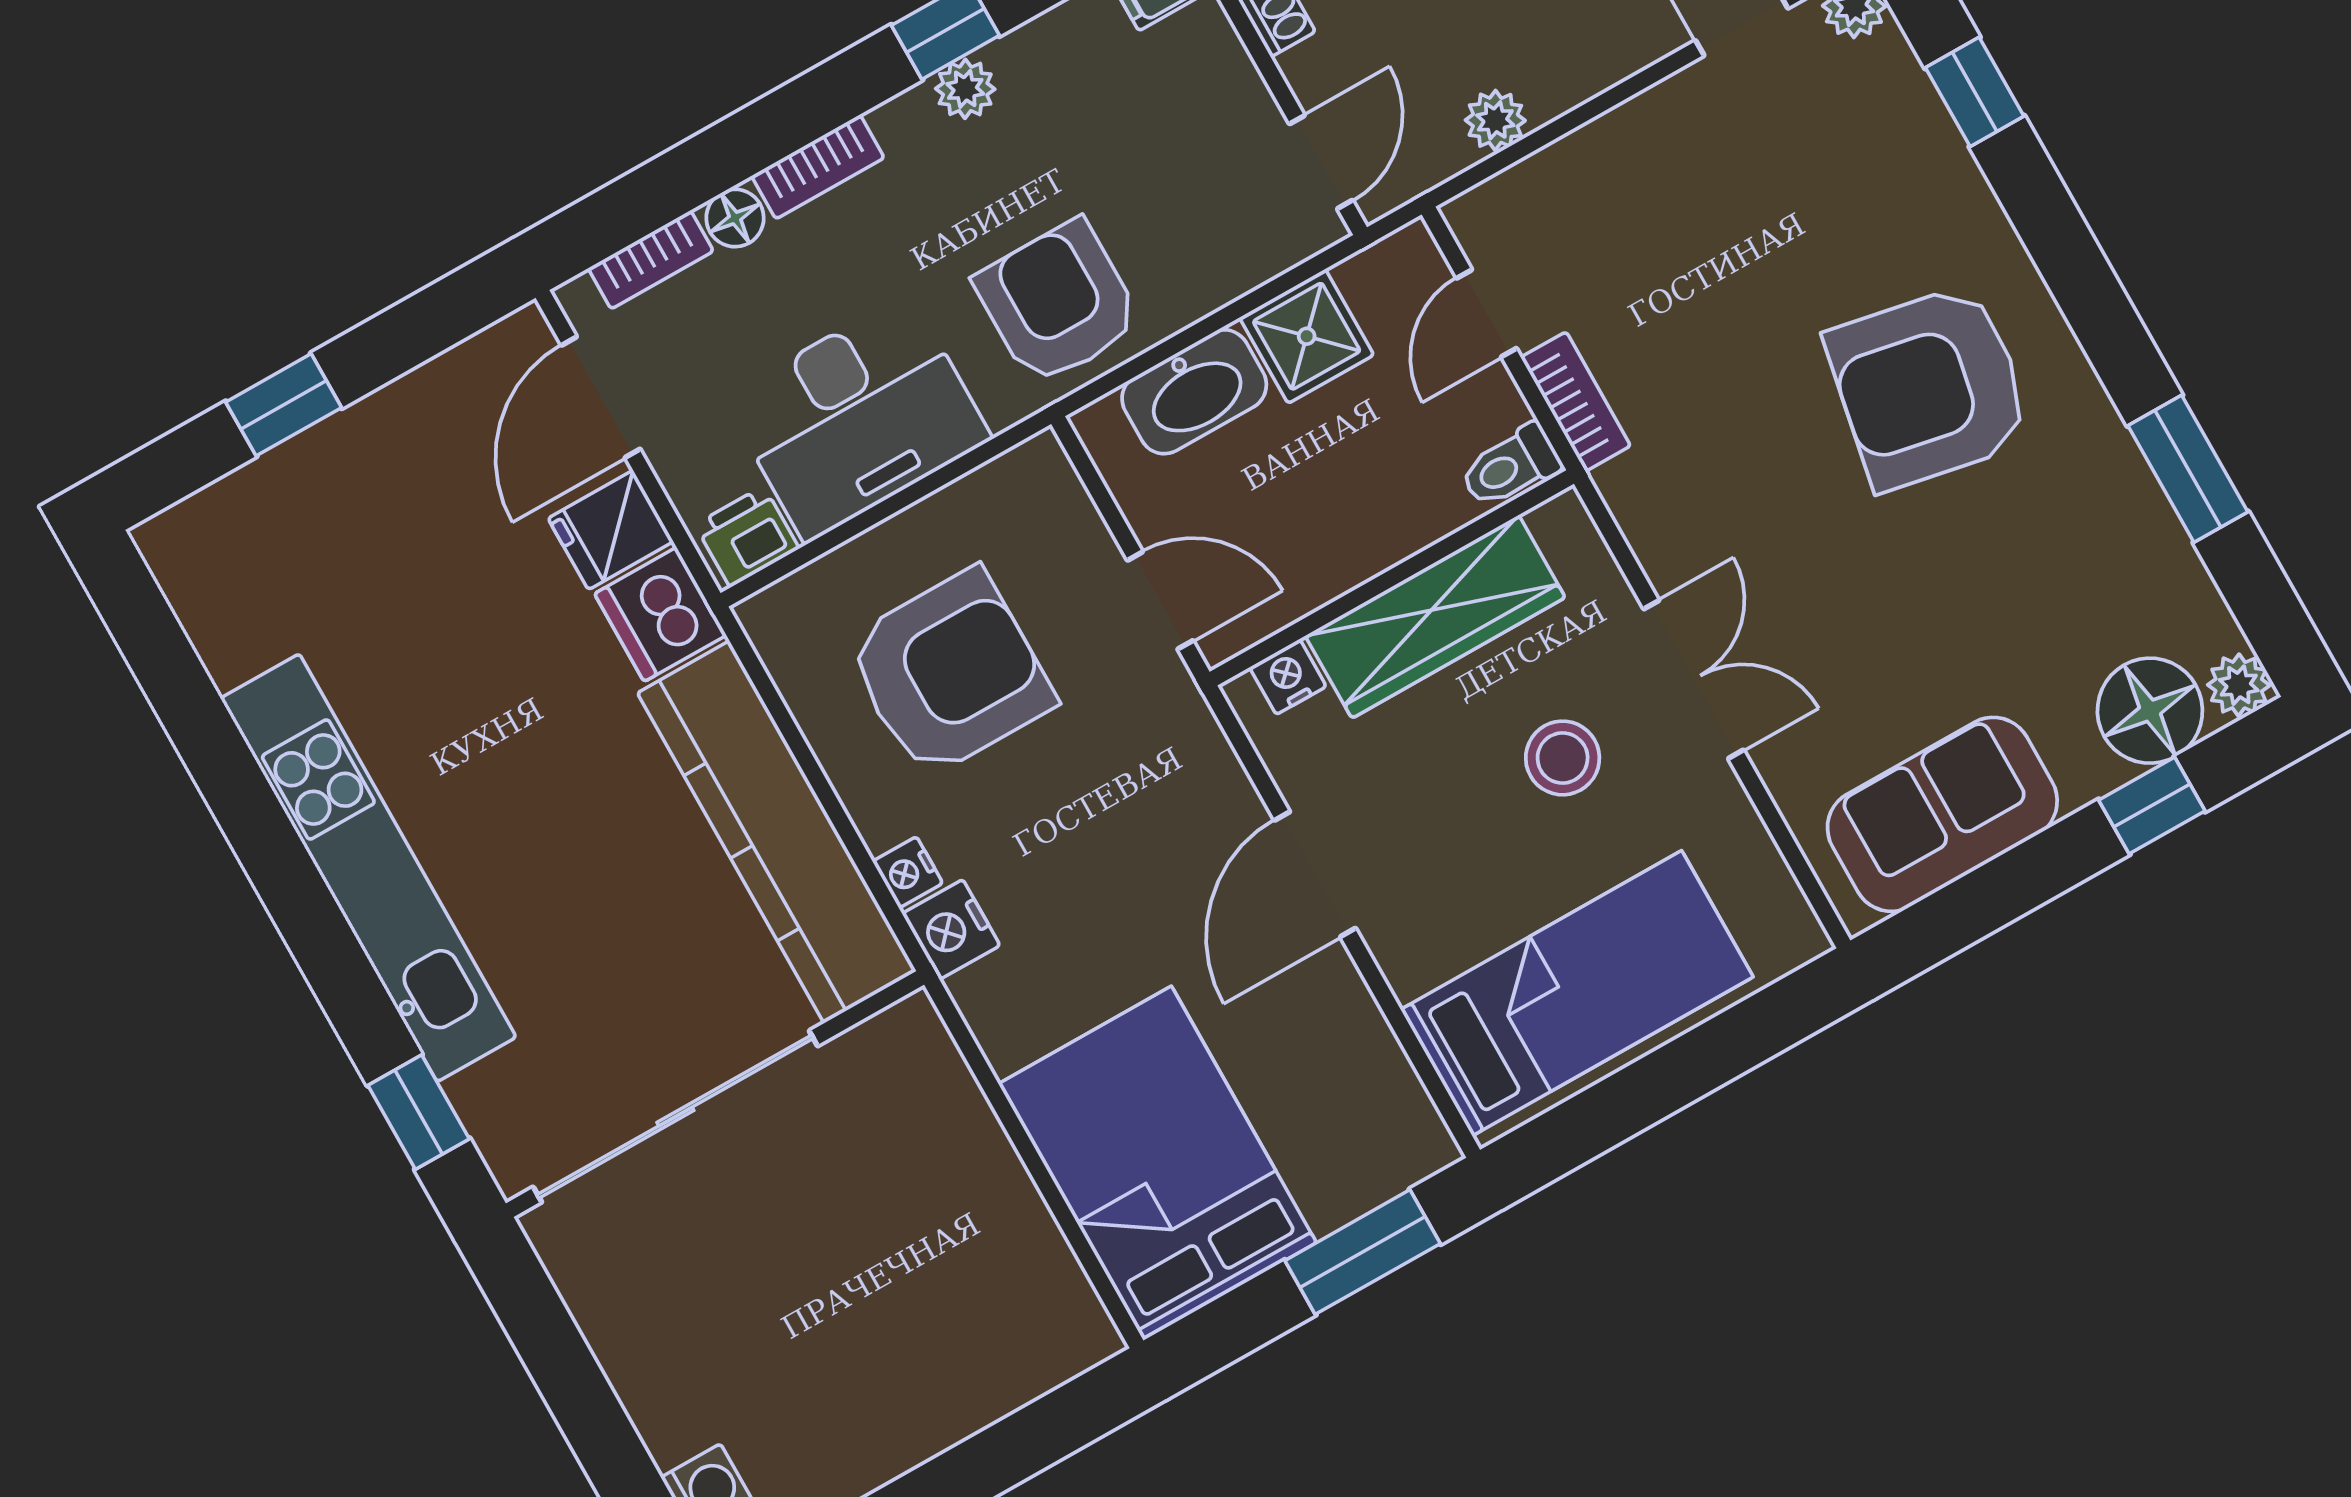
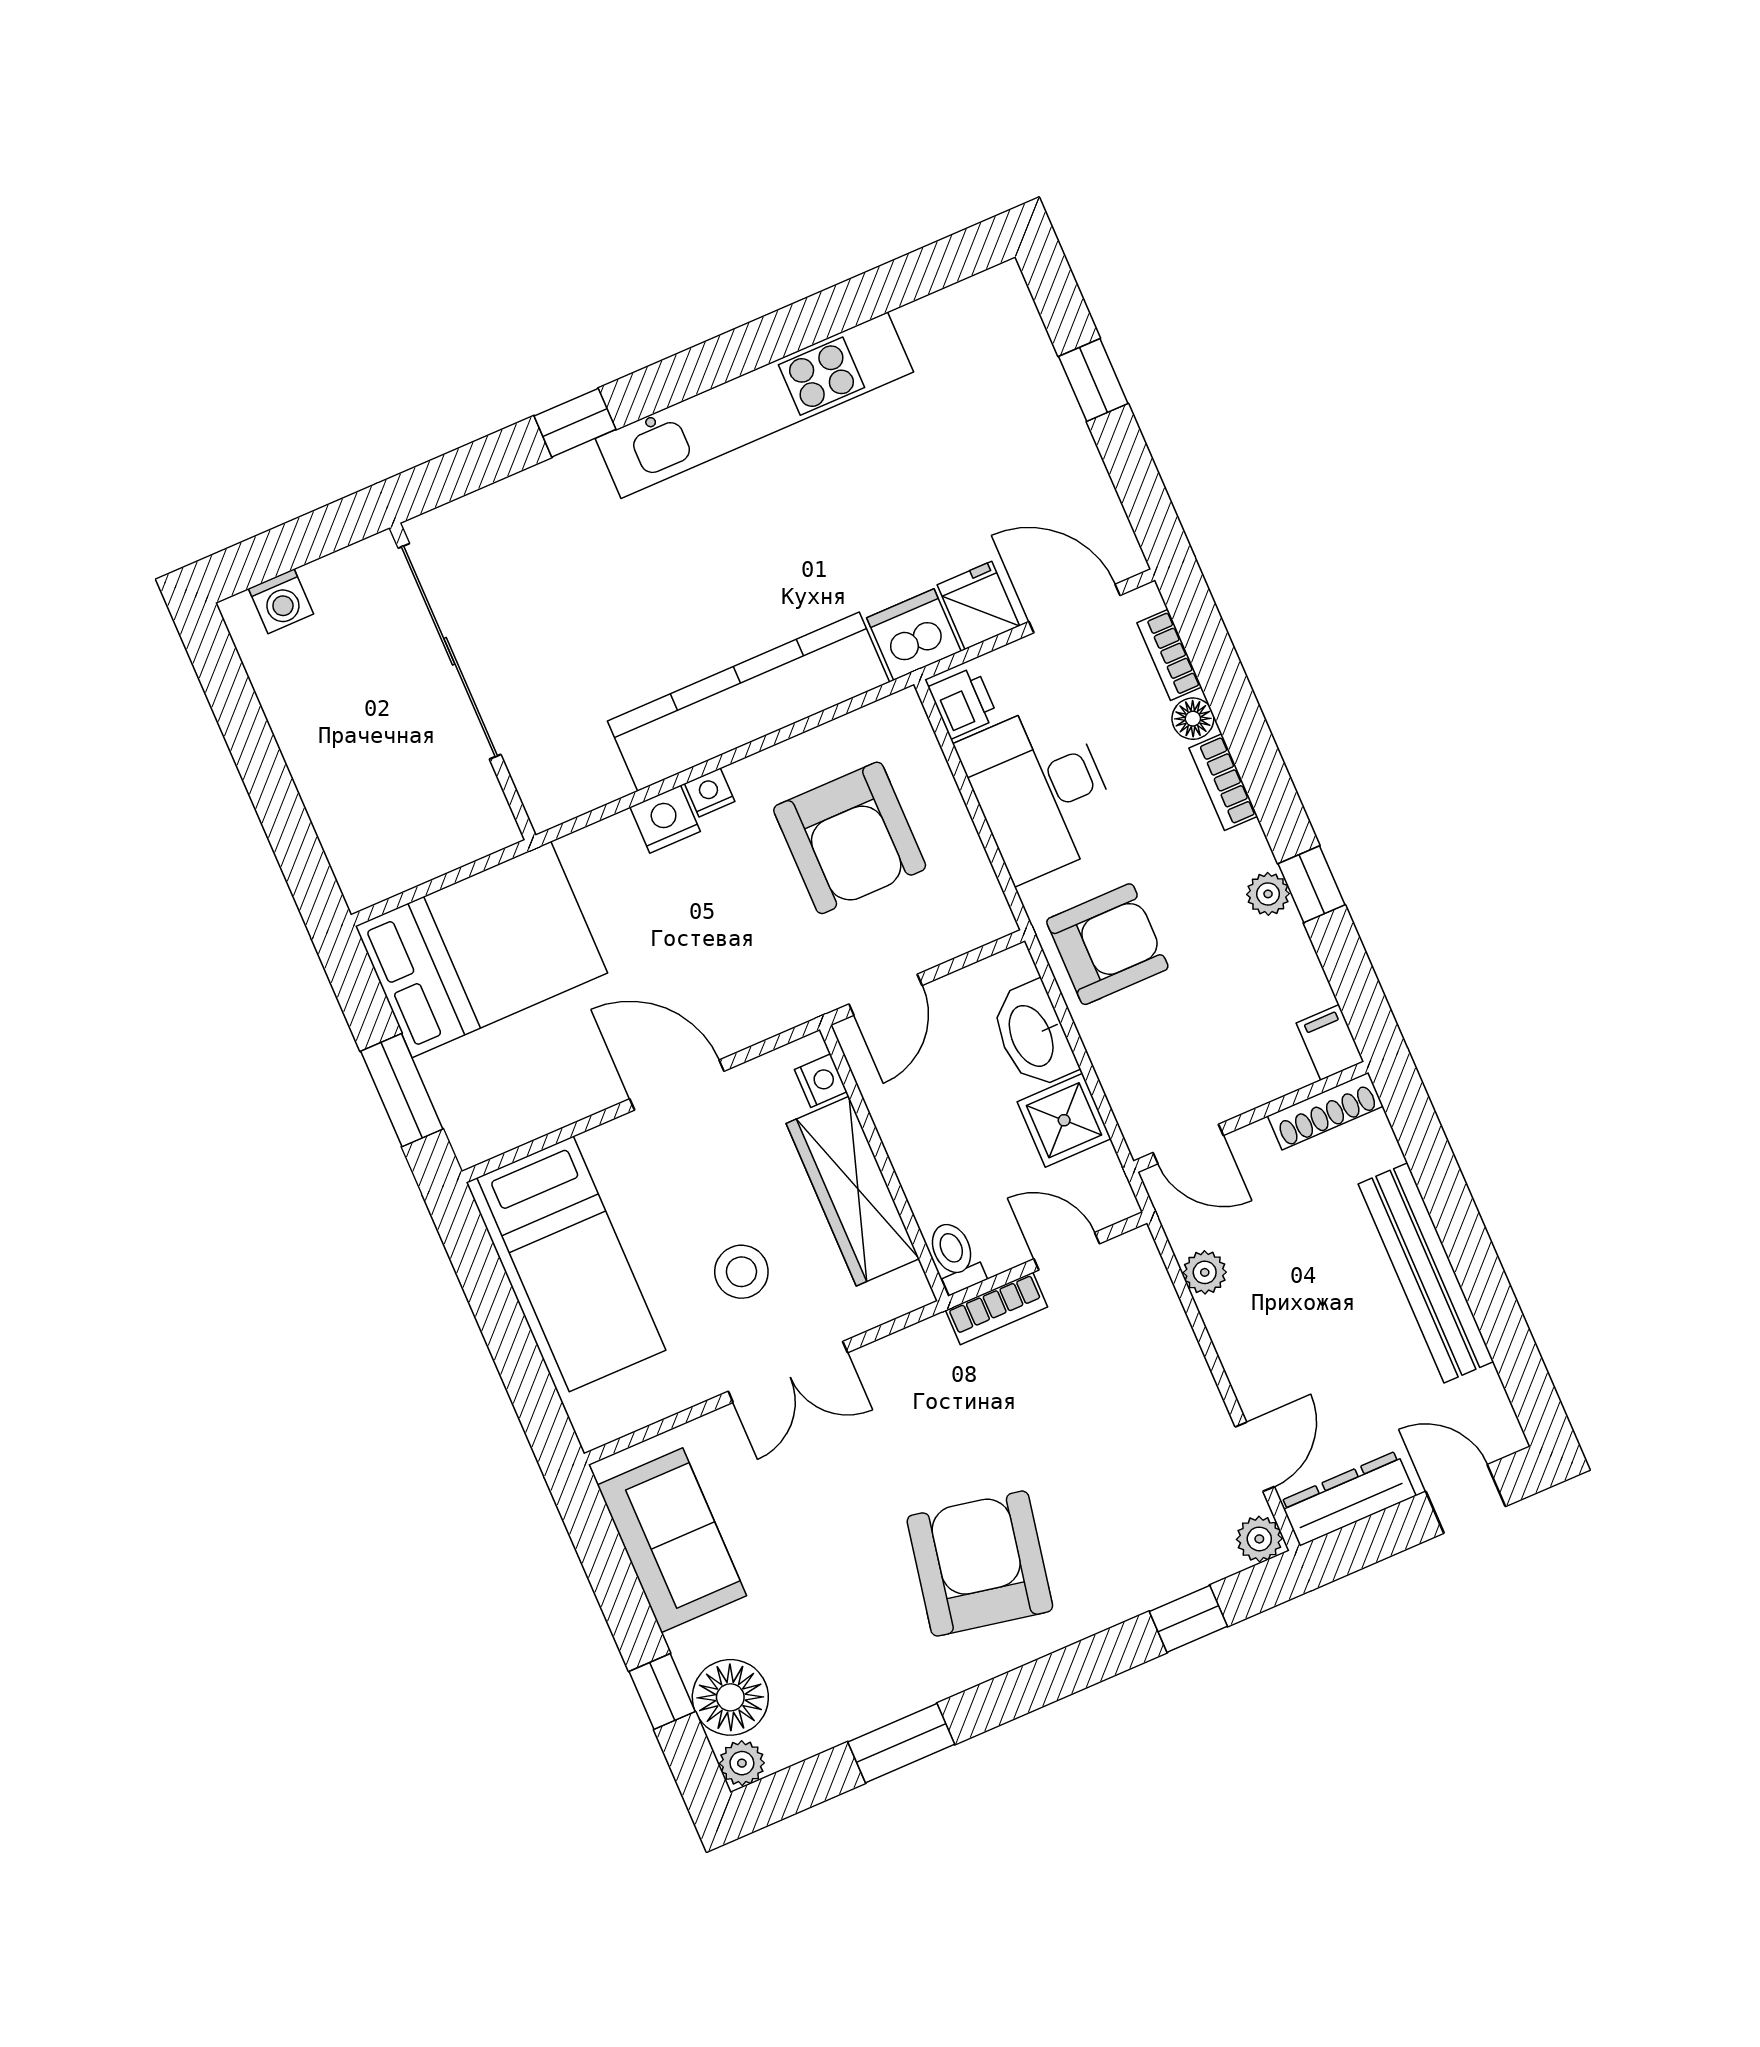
wall: (715, 1094) -> (462, 681), moved
sliding door: (675, 1116) -> (449, 651), moved

